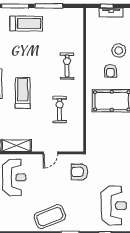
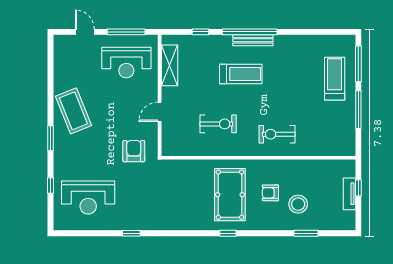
treadmill: (26, 24) -> (335, 79), turned 180
exercise bike: (67, 66) -> (277, 134), turned 180
door: (51, 153) -> (160, 112), hinge flipped

